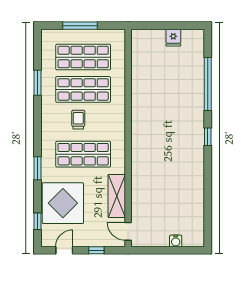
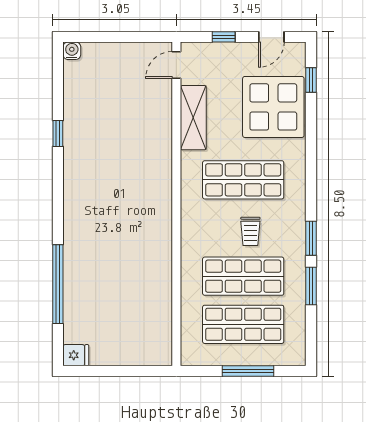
fridge: (173, 38) -> (76, 355), moved, turned 90
window: (208, 137) -> (58, 133), moved
window: (38, 168) -> (311, 238), moved
door: (128, 231) -> (176, 65), swing flipped
water cooler: (176, 241) -> (72, 51), moved

